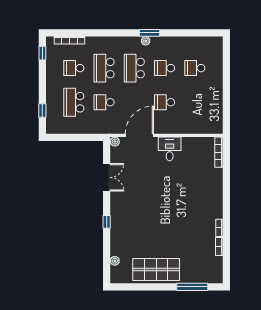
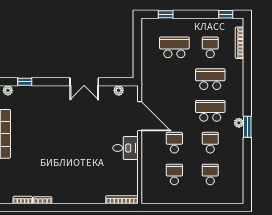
school desk: (104, 102) -> (174, 174), moved
plant: (115, 142) -> (119, 90), moved
double door: (107, 177) -> (84, 82), moved
window: (107, 222) -> (25, 82), moved

